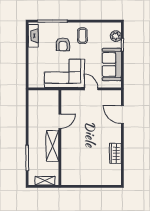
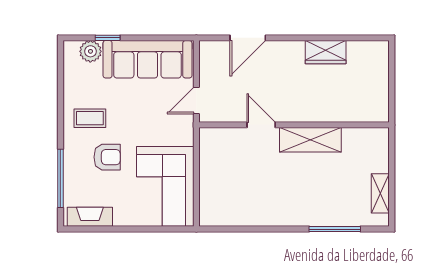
sofa: (112, 64) -> (147, 59), width x1.36
corner sofa: (64, 73) -> (165, 186), moved
door: (60, 121) -> (261, 125), moved
wall: (60, 138) -> (294, 125), moved
shelving: (53, 146) -> (310, 140), moved

